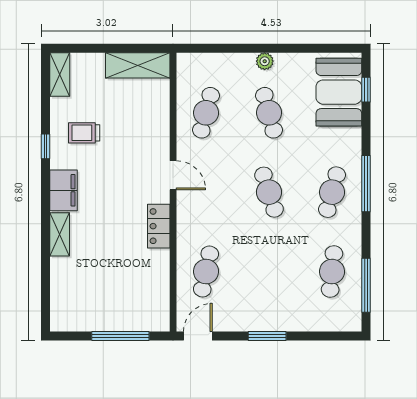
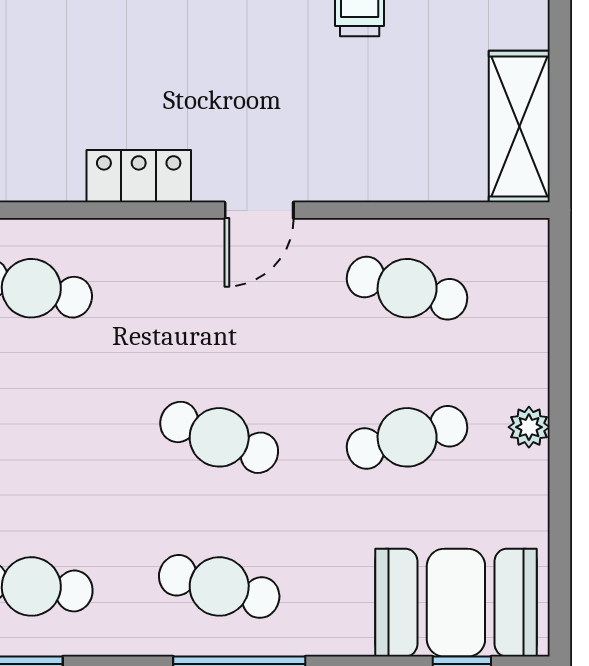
cafe table: (269, 192) -> (219, 437), turned 39

